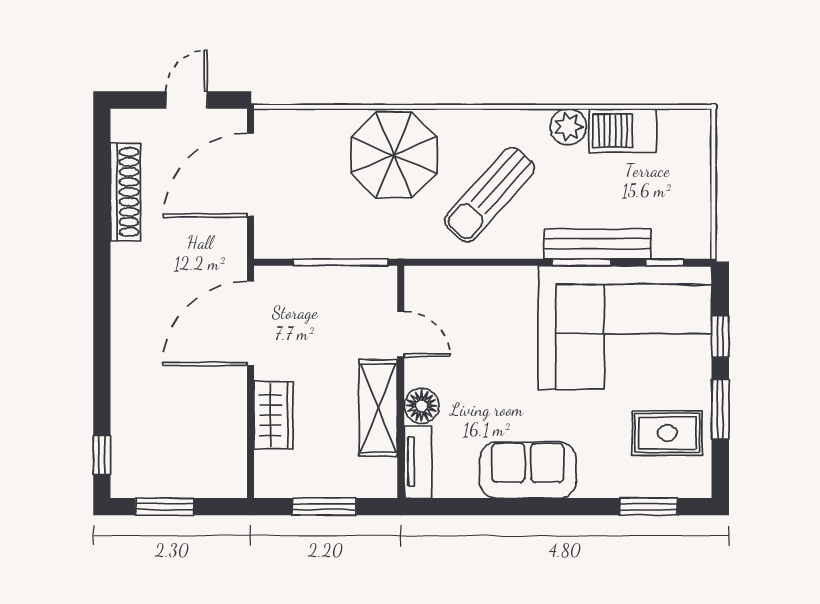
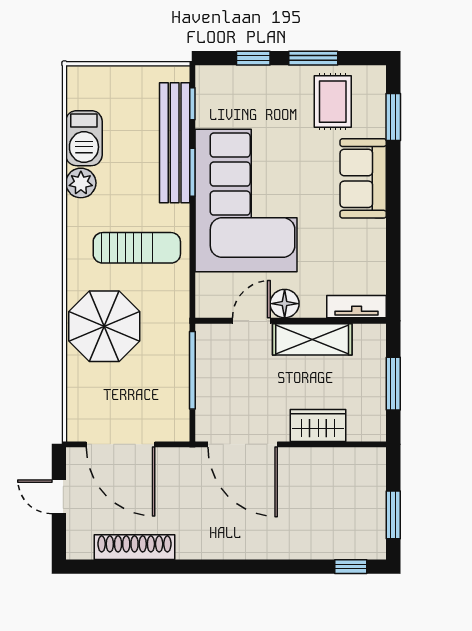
sun lounger: (489, 195) -> (137, 248), turned -42
bench: (598, 244) -> (175, 143), width x1.37, depth x1.21
corner sofa: (625, 328) -> (246, 200), moved
floor lamp: (422, 406) -> (285, 304), moved
sofa: (528, 470) -> (363, 178), moved

